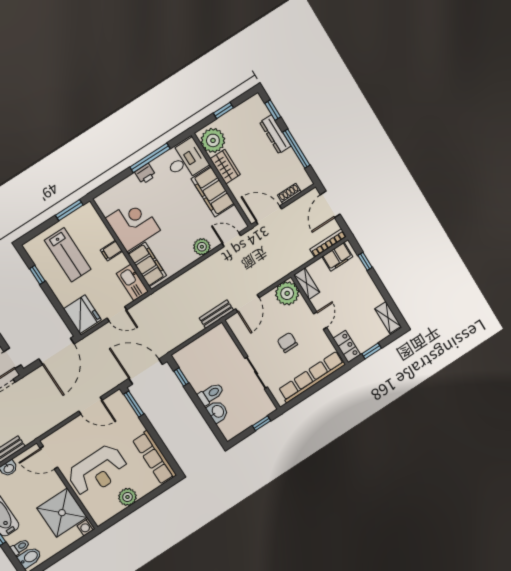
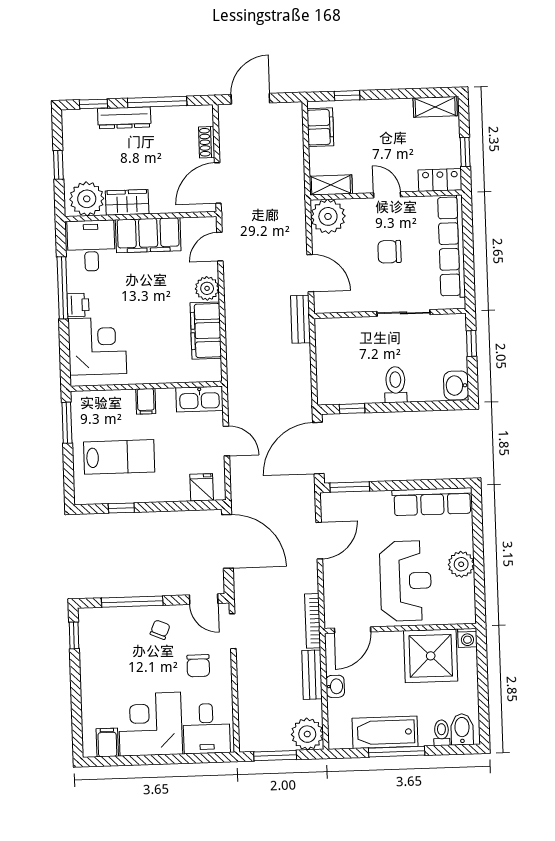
door: (330, 204) -> (250, 99), swing flipped
corner desk: (133, 224) -> (97, 346), moved, turned 90
bookcase: (328, 243) -> (313, 621), moved
filing cabinet: (147, 264) -> (206, 331), moved, turned -90
fridge: (82, 314) -> (202, 487), width x0.53, depth x0.75
door: (117, 314) -> (226, 441), hinge flipped
washbasin: (217, 412) -> (456, 386), moved, turned -90

